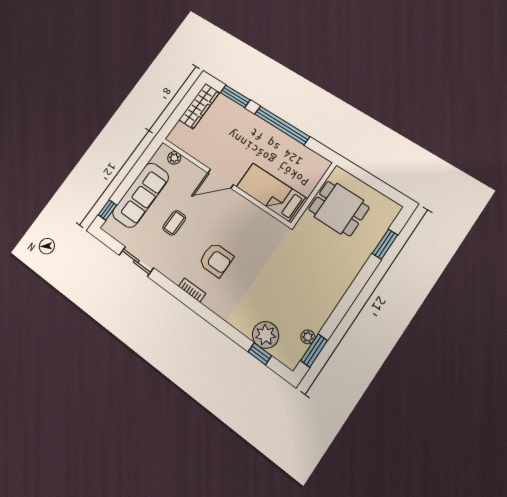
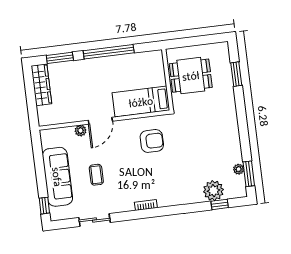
plant: (174, 158) -> (81, 131), moved
armchair: (216, 260) -> (152, 141), moved

